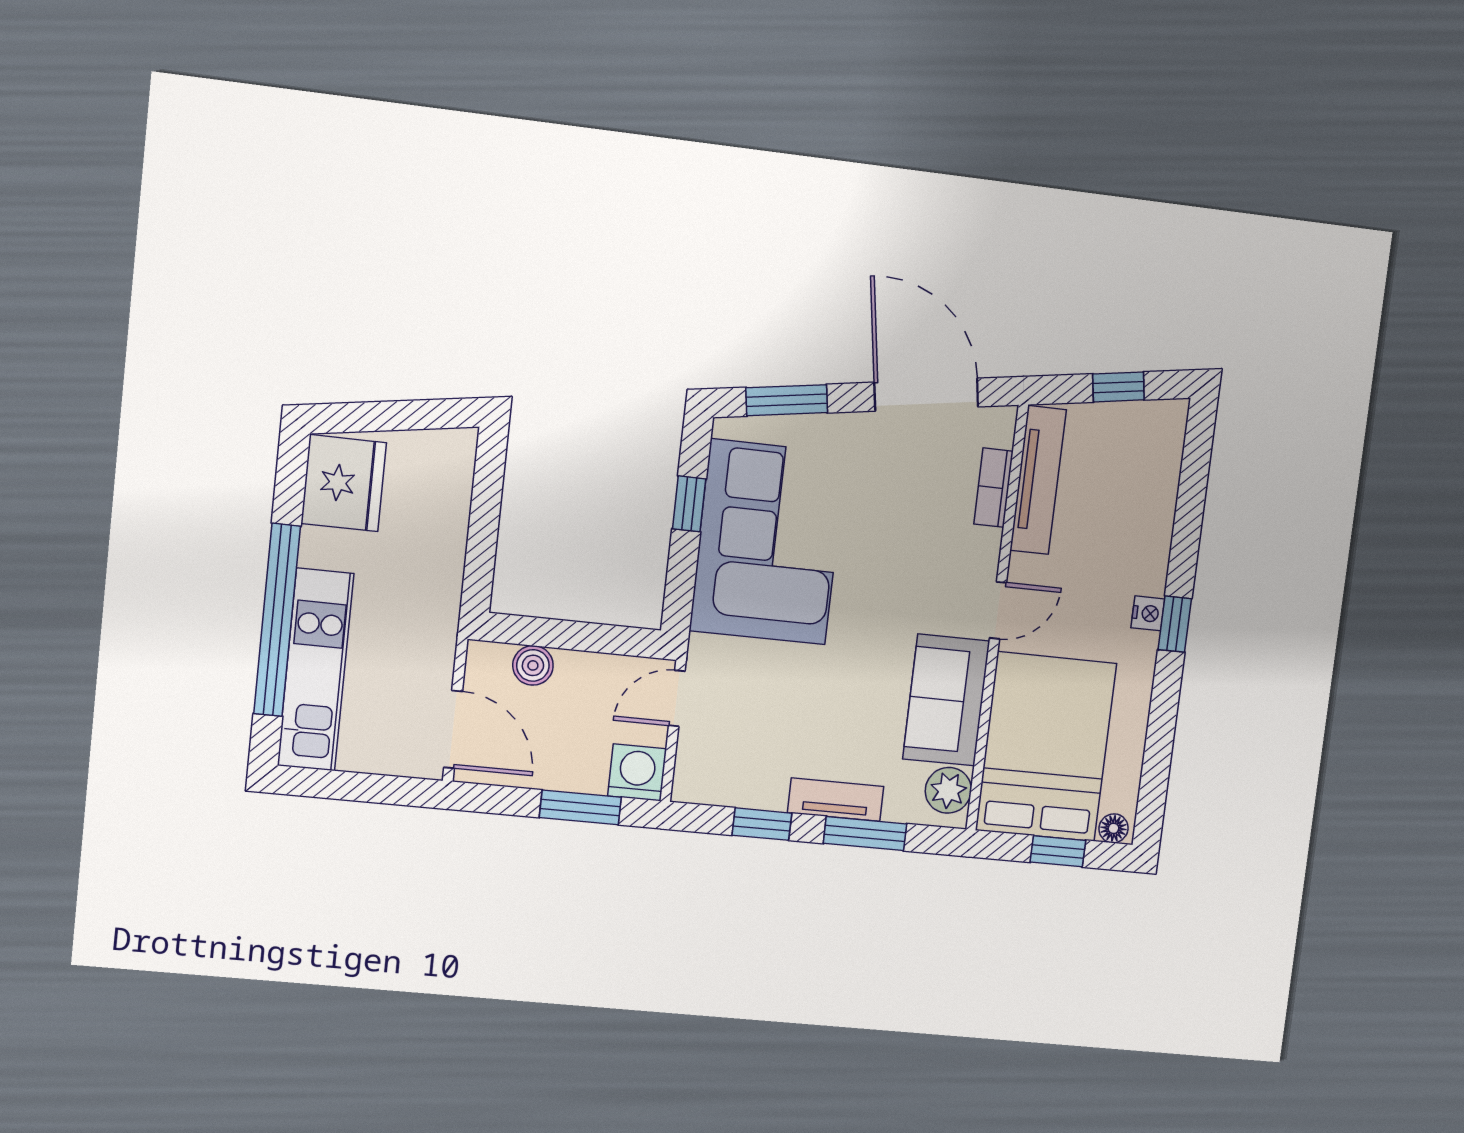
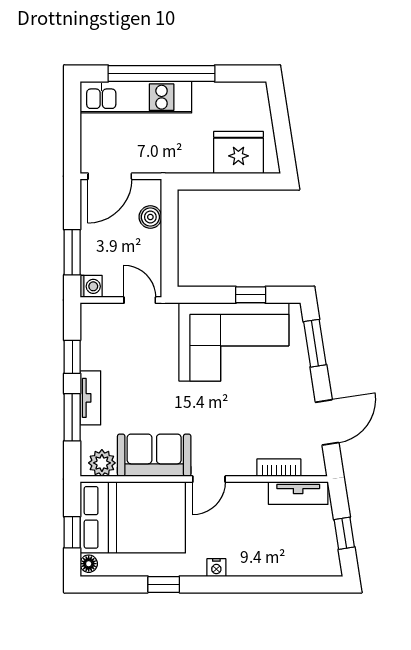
door: (926, 395) -> (327, 422), width x0.73
tv unit: (1038, 480) -> (298, 493), width x0.71
fridge: (344, 483) -> (238, 153), moved, turned 180
door: (998, 610) -> (209, 479), hinge flipped
window: (1175, 624) -> (164, 584), moved
washing machine: (637, 772) -> (91, 286), width x0.73, depth x0.73

